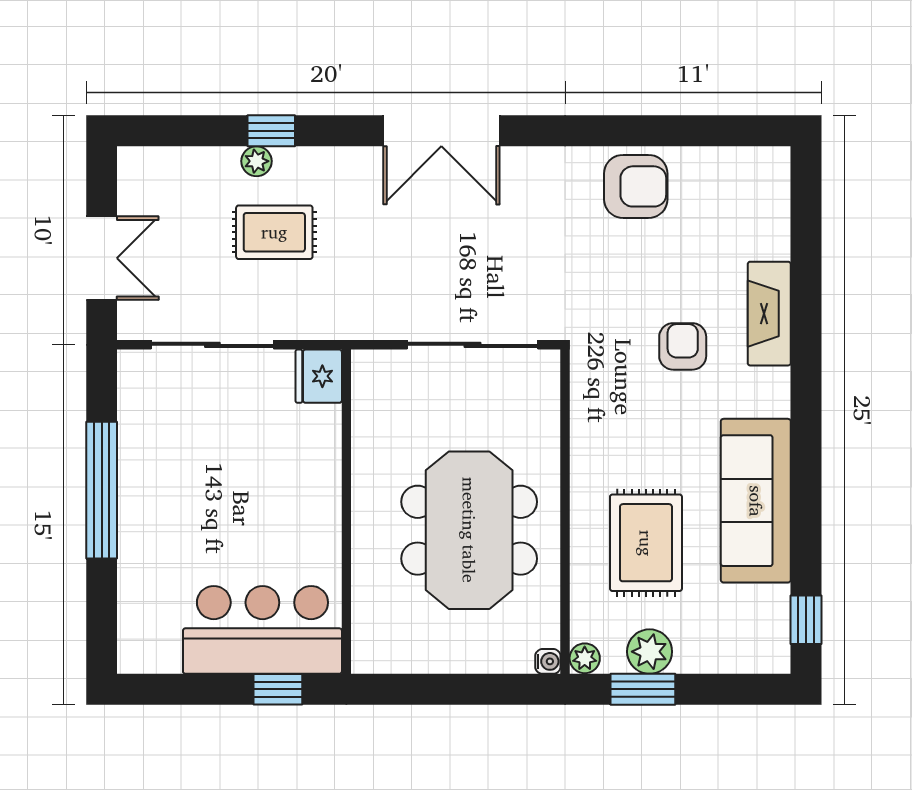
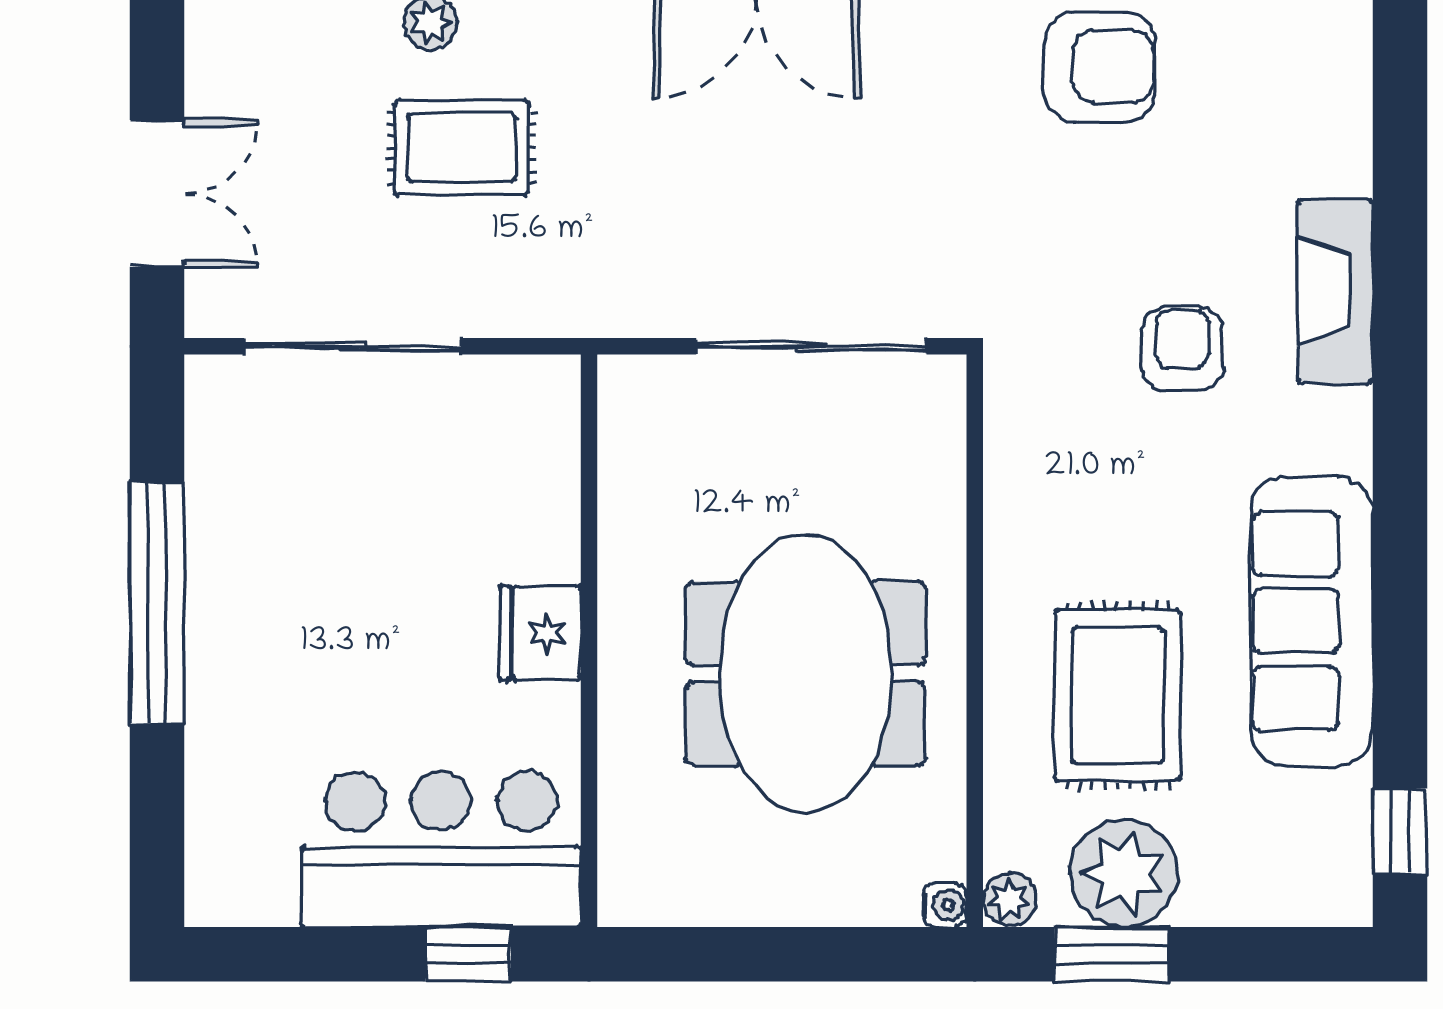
fridge: (319, 376) -> (540, 633), moved
plant: (650, 652) -> (1124, 873), width x1.36, depth x1.36

